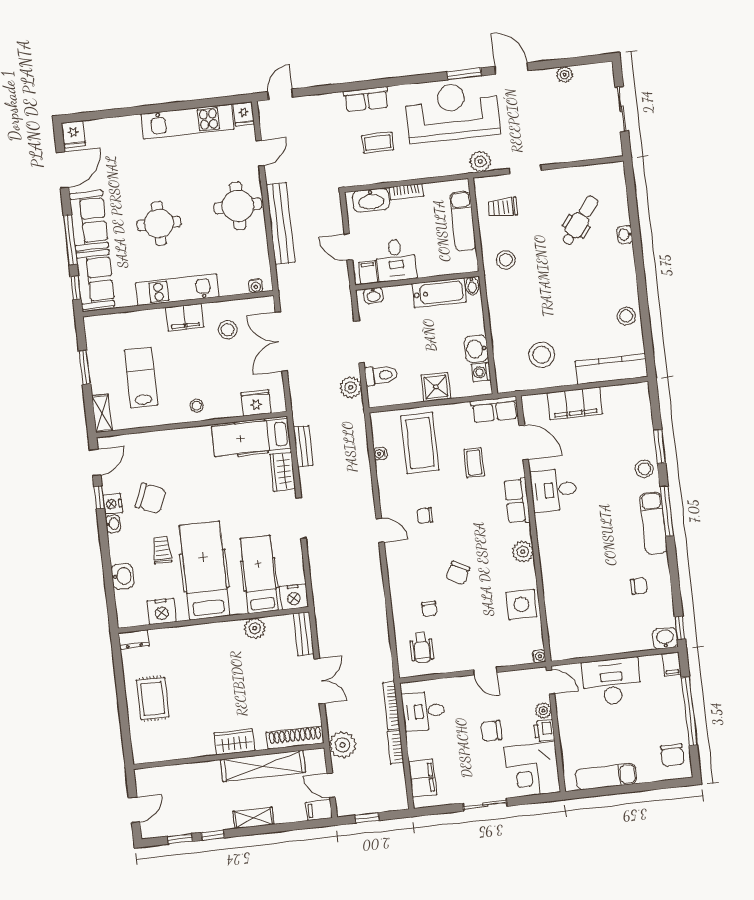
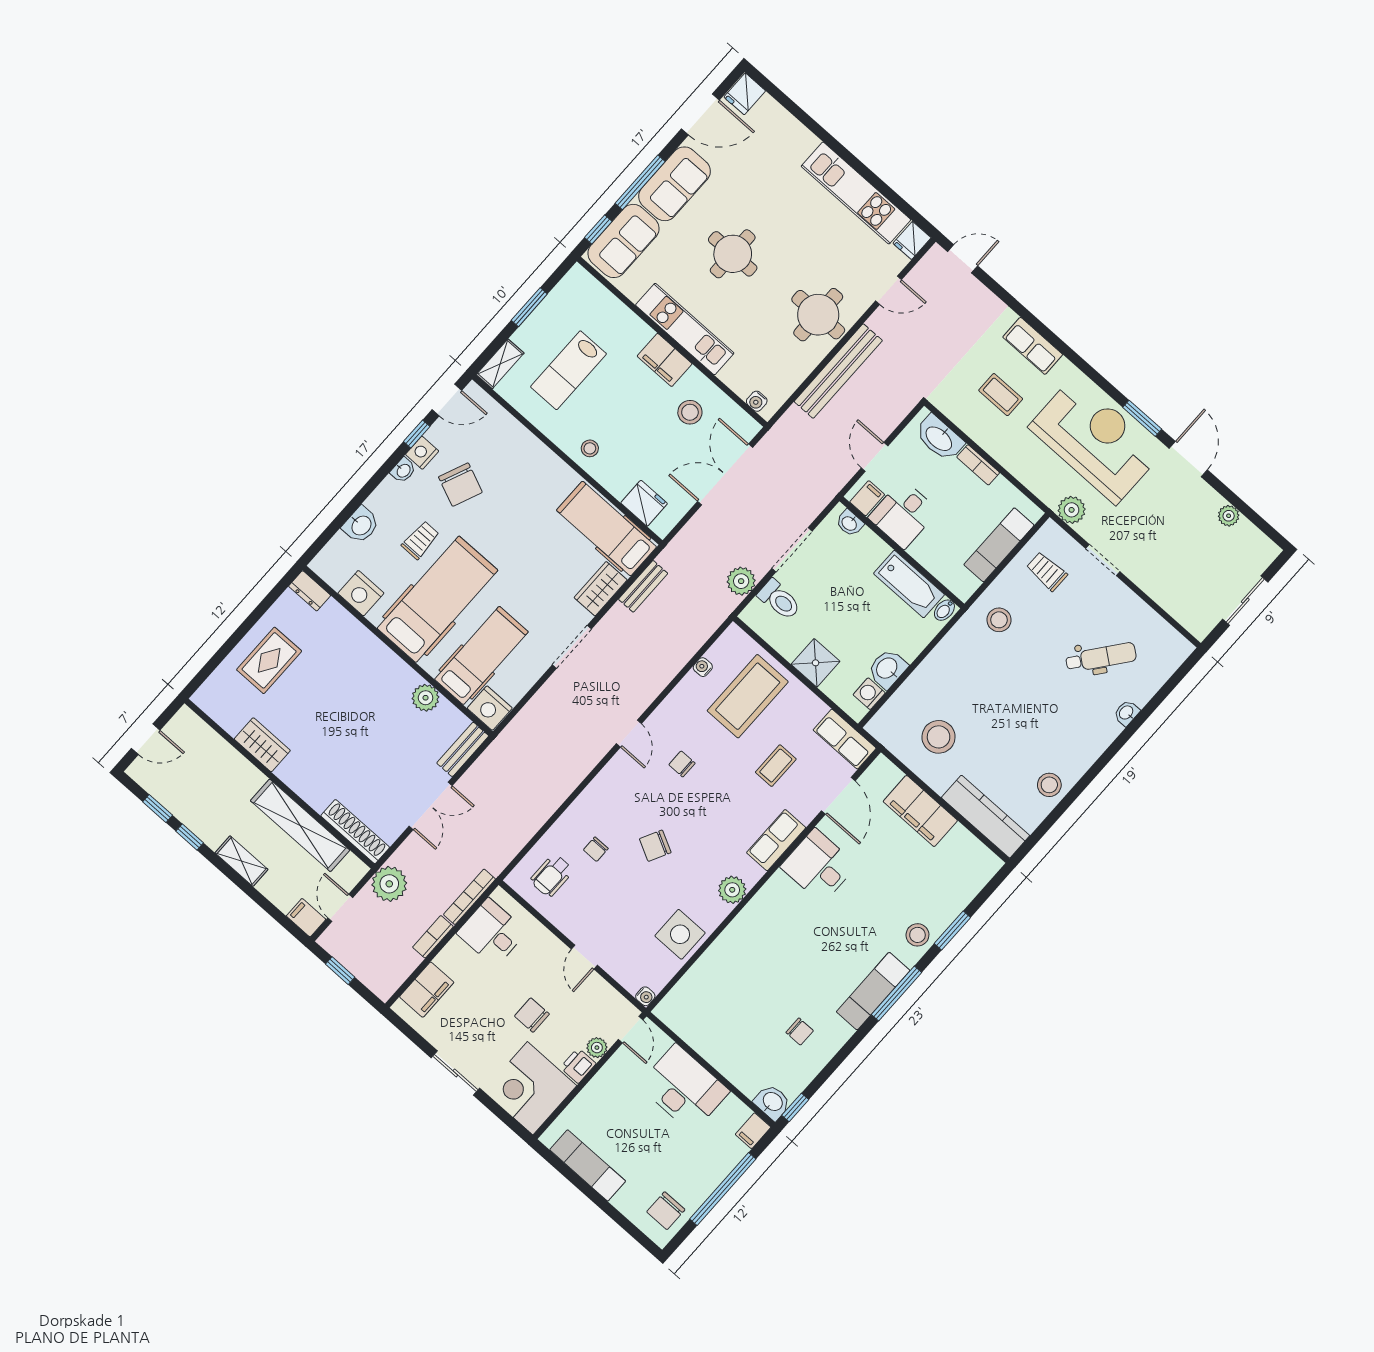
lab bench: (141, 378) -> (568, 370), turned 180
wardrobe: (234, 742) -> (262, 745), moved

